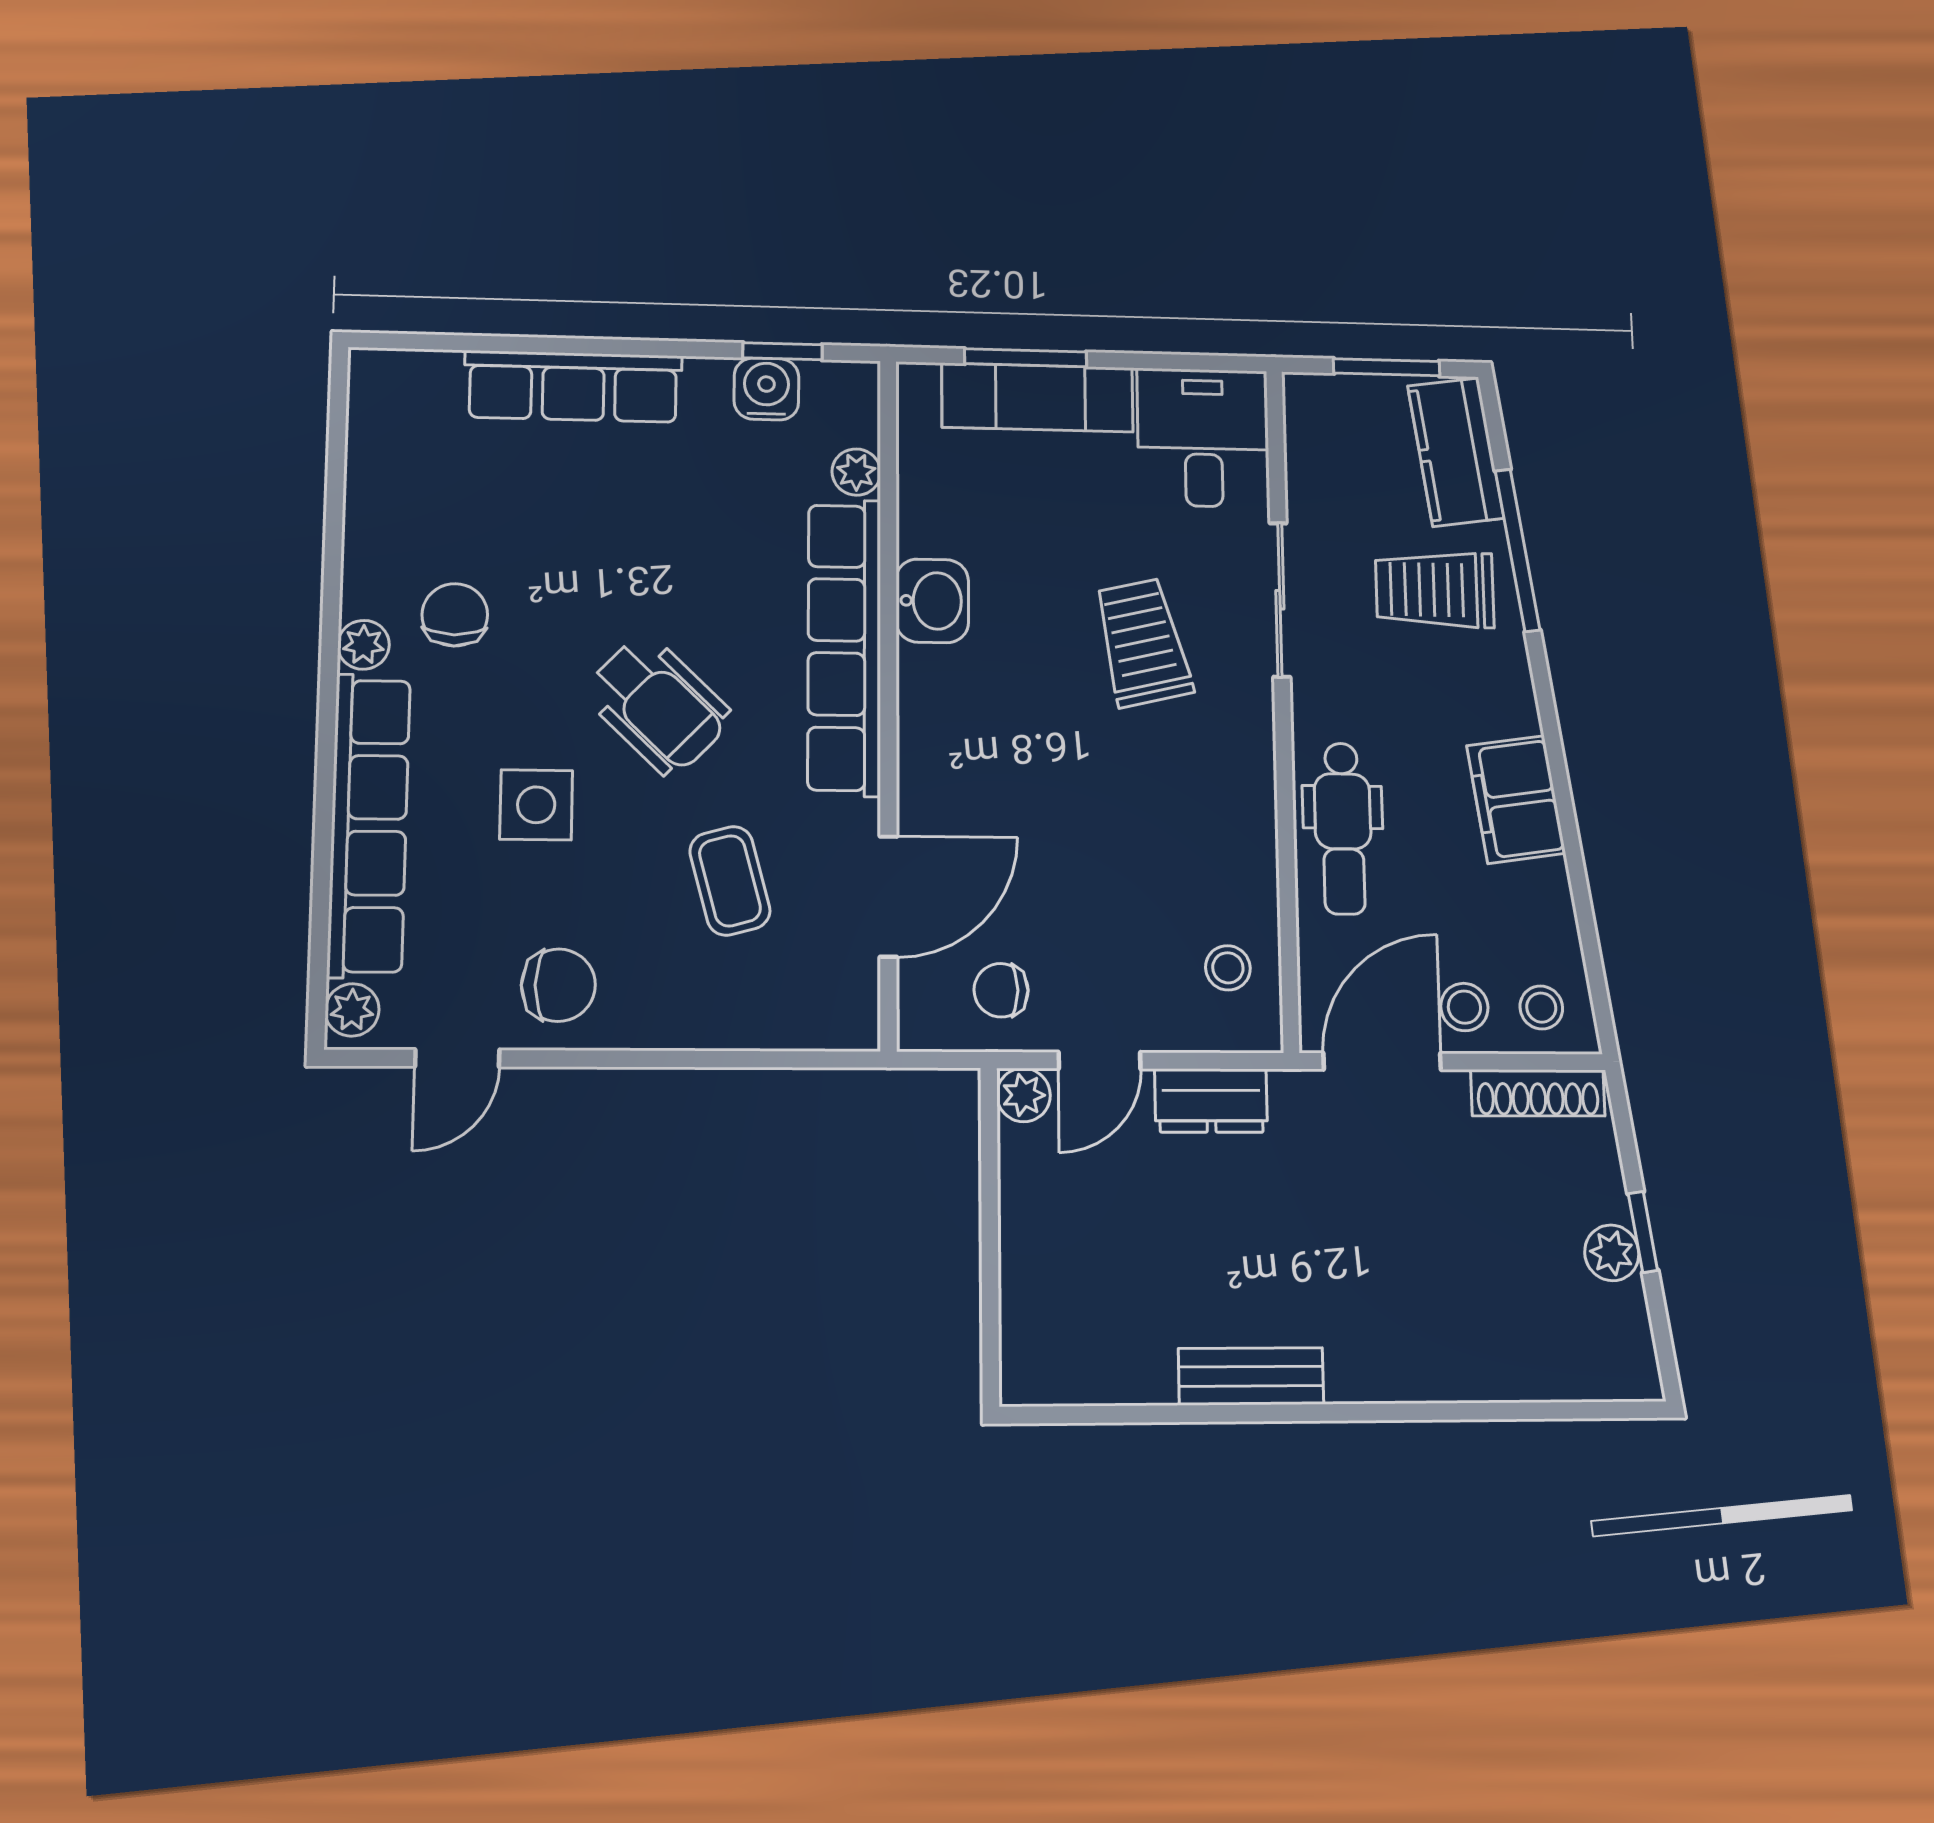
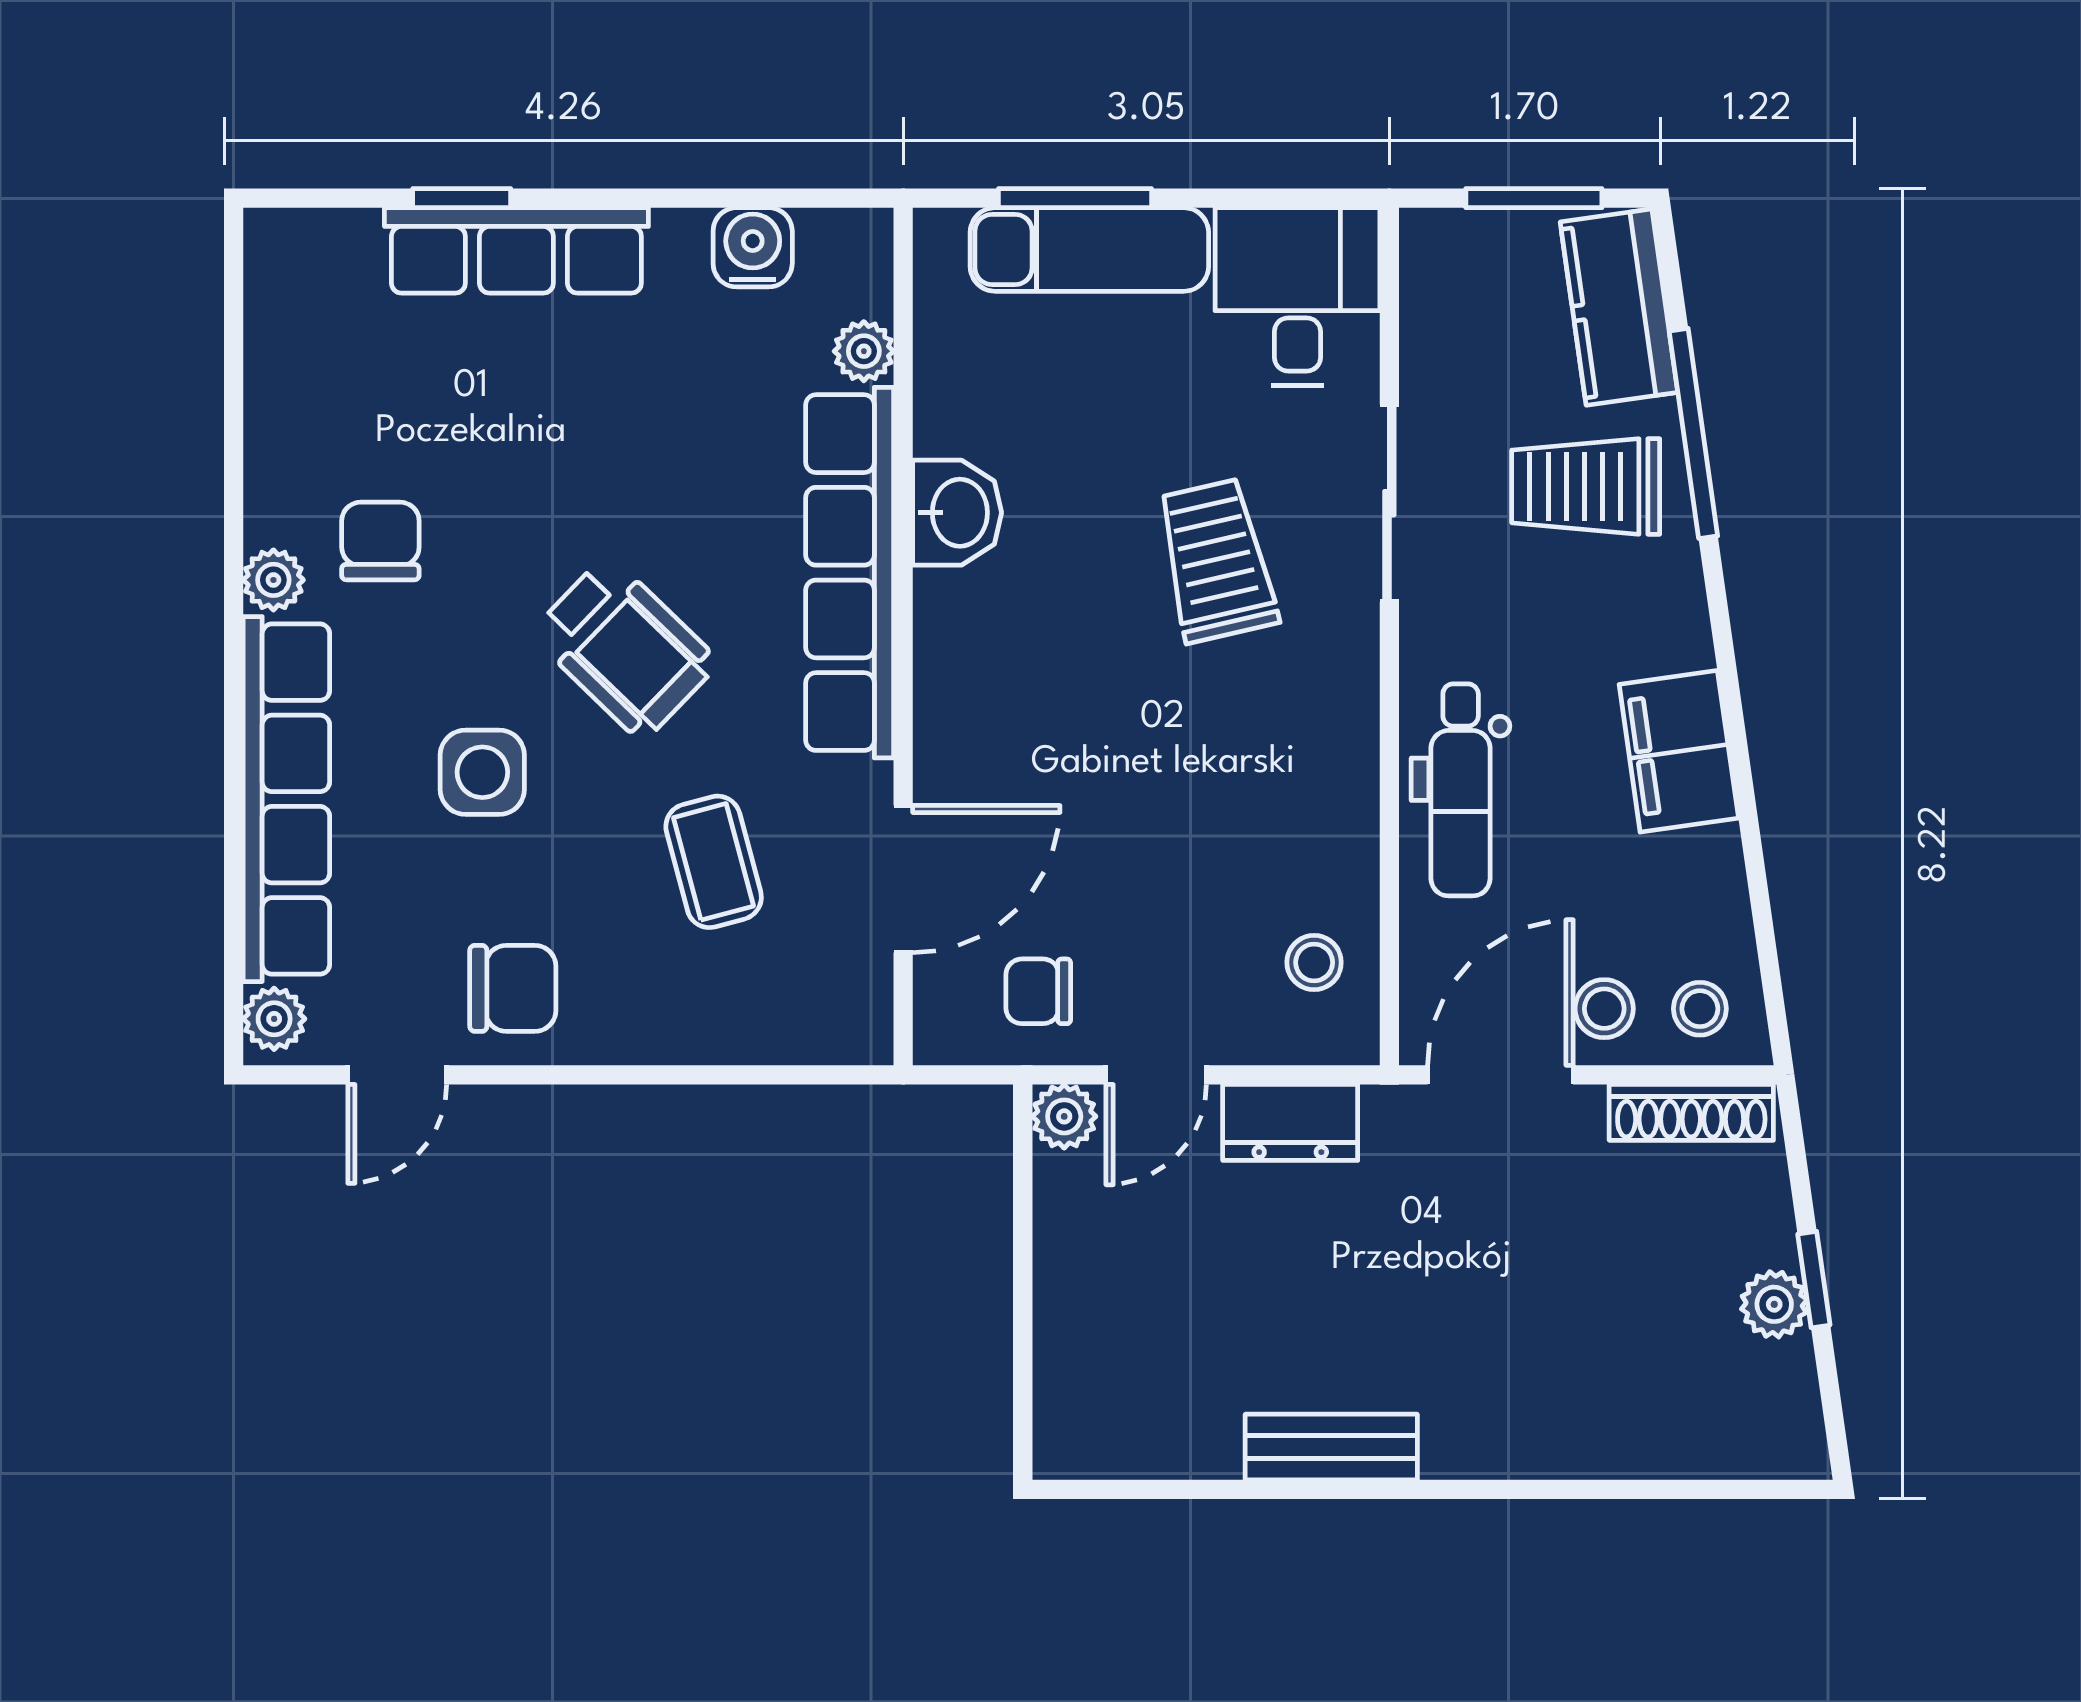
window: (782, 351) -> (462, 198), moved

